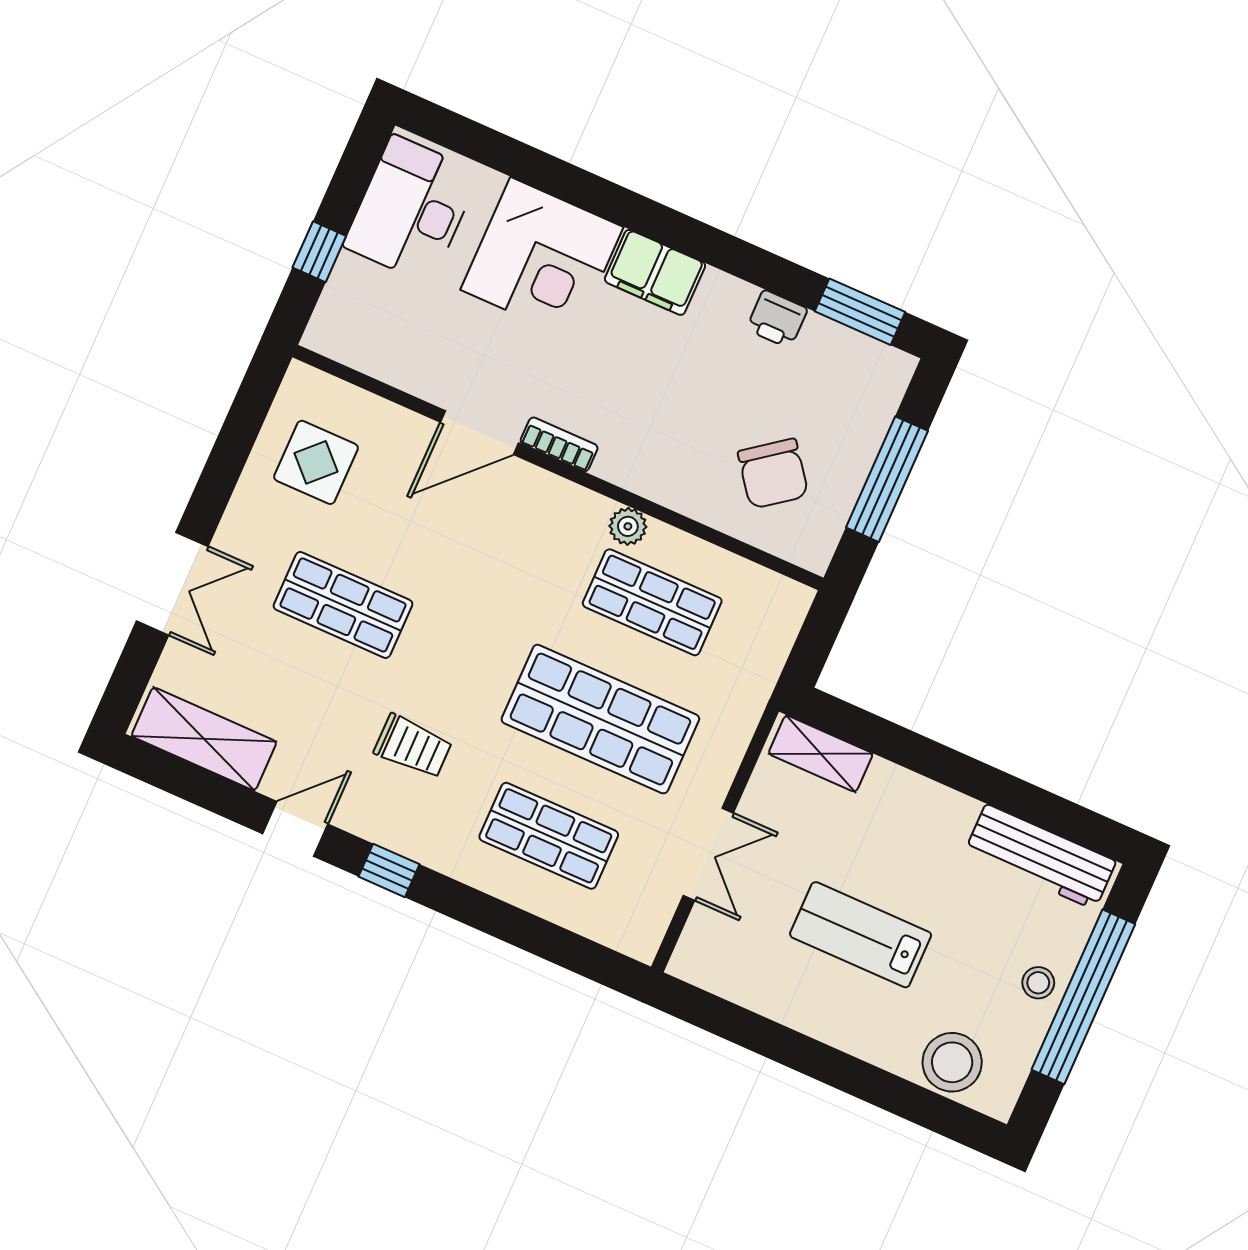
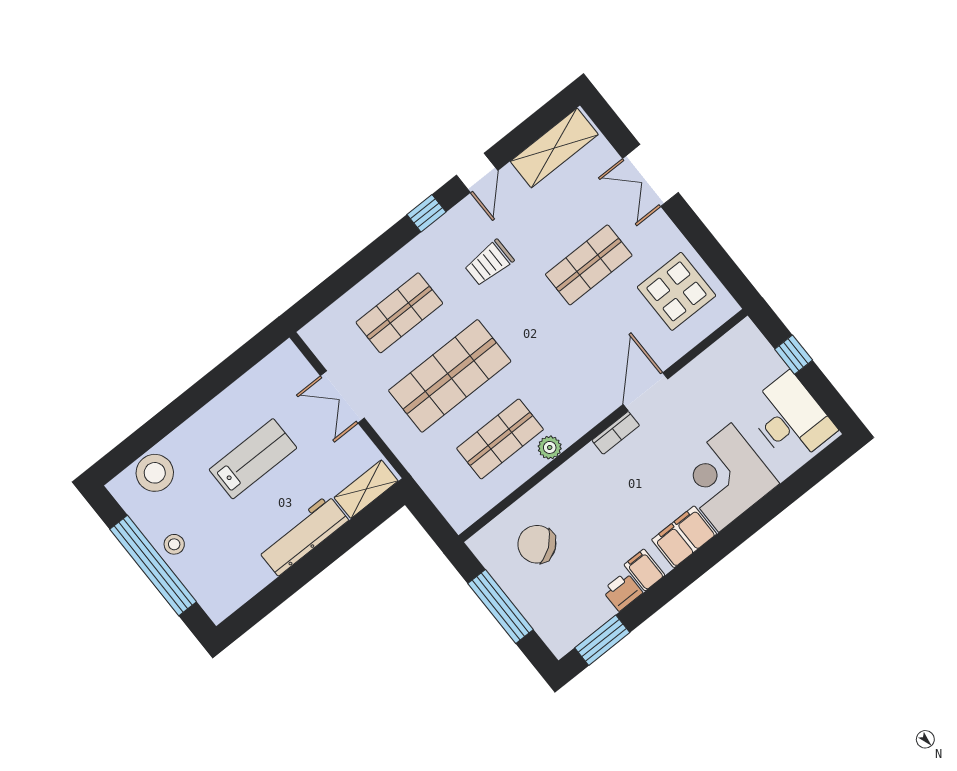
filing cabinet: (731, 304) -> (644, 570), added
display table: (316, 462) -> (677, 291), width x1.36, depth x1.36
workbench: (1040, 857) -> (303, 535), moved

